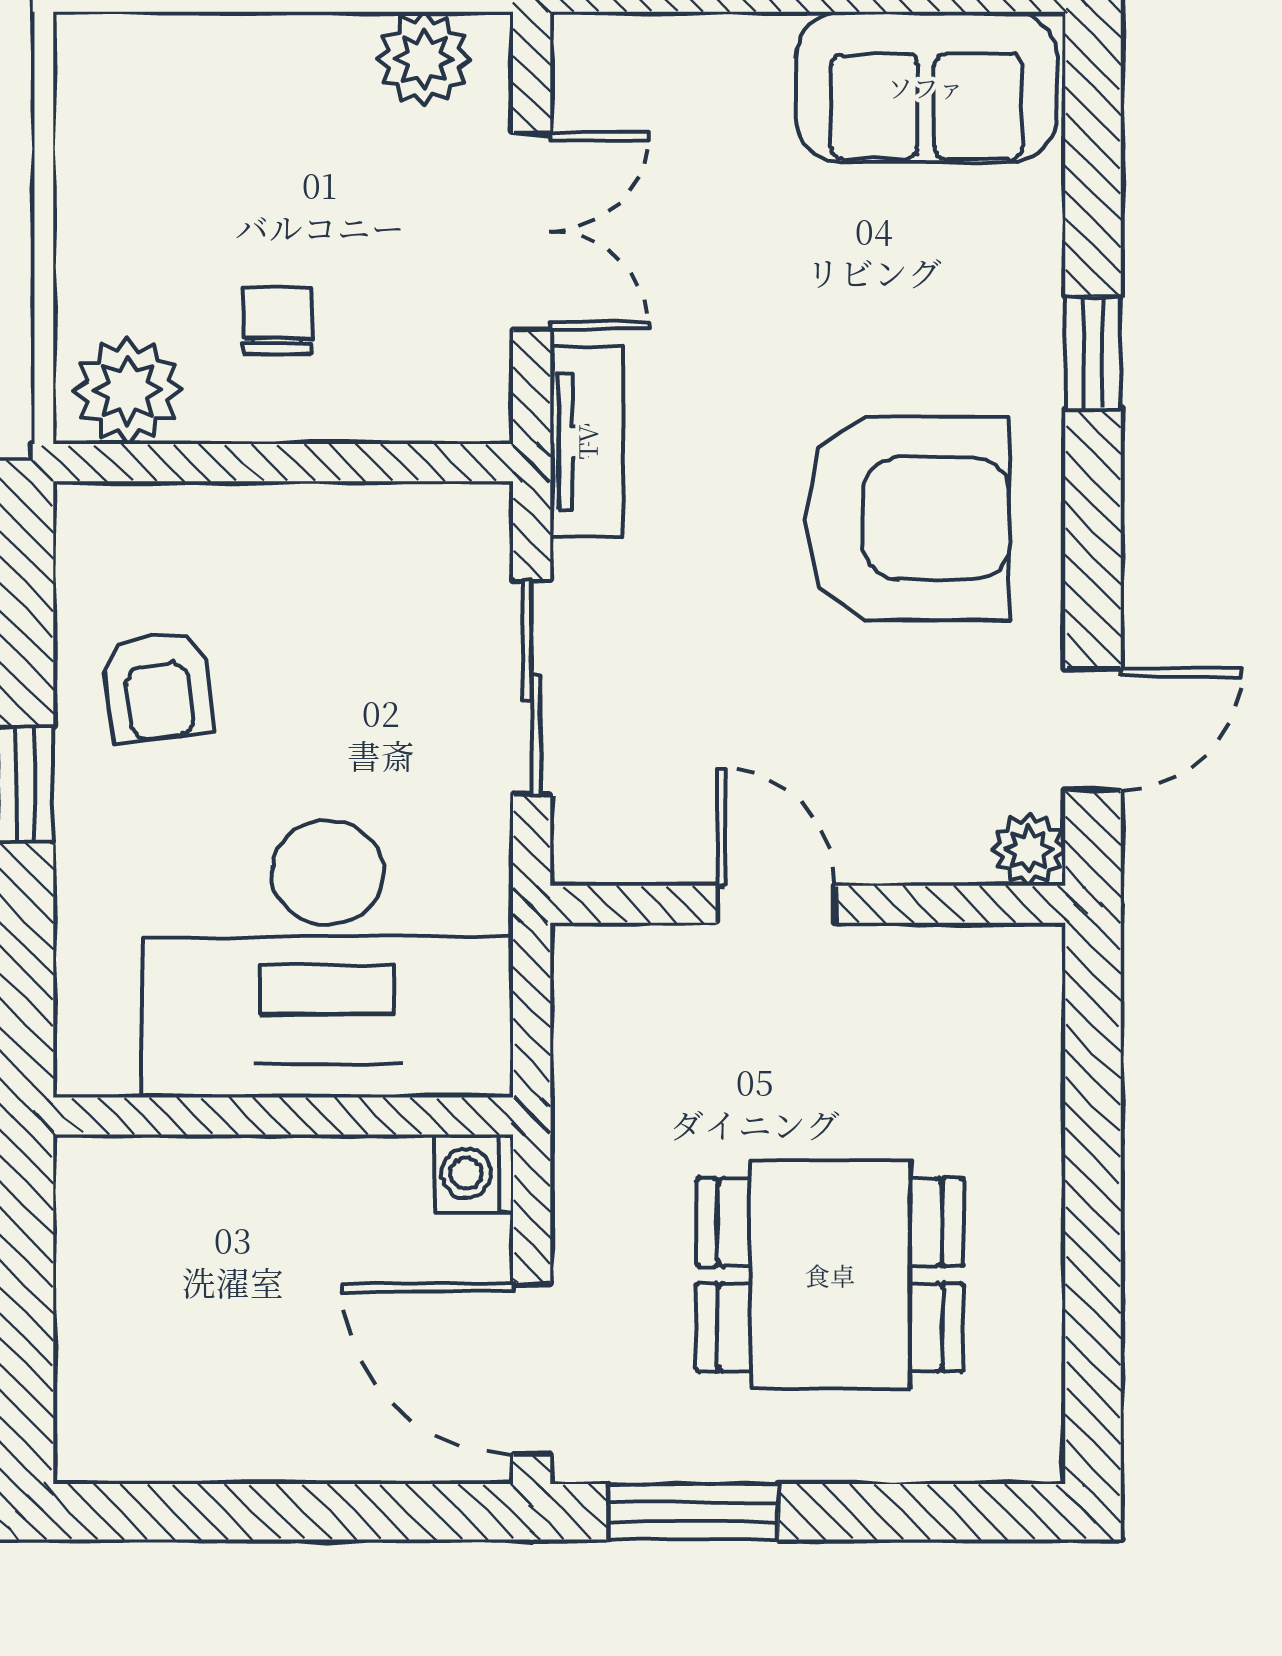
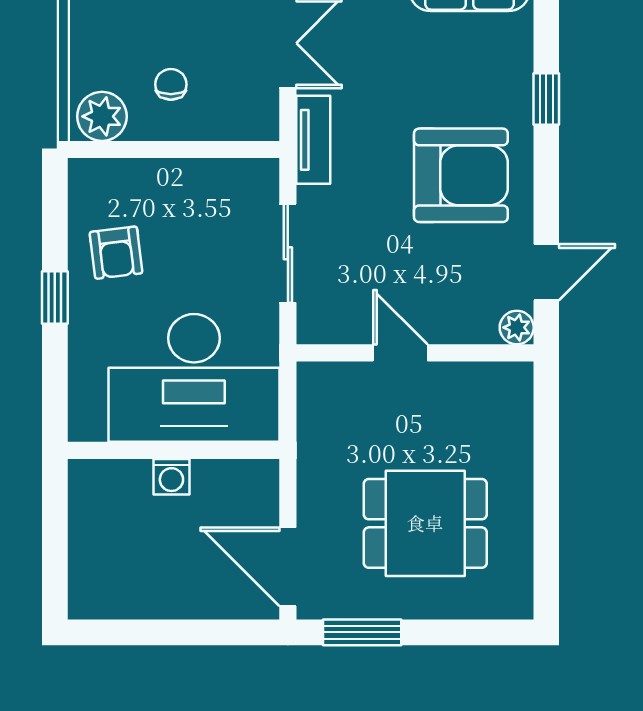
washing machine: (474, 1173) -> (171, 477), moved, turned -90

